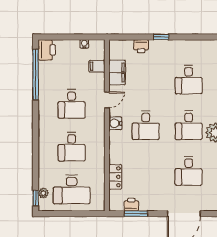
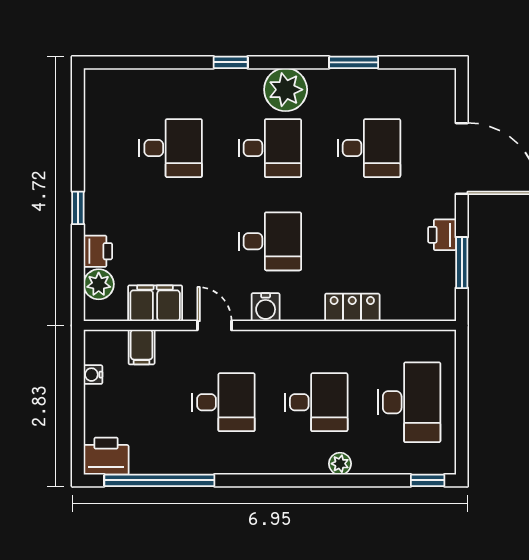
plant: (126, 47) -> (99, 284), added
locker: (115, 177) -> (352, 307), moved
plant: (43, 193) -> (340, 464), moved
printer: (131, 205) -> (442, 235), moved

